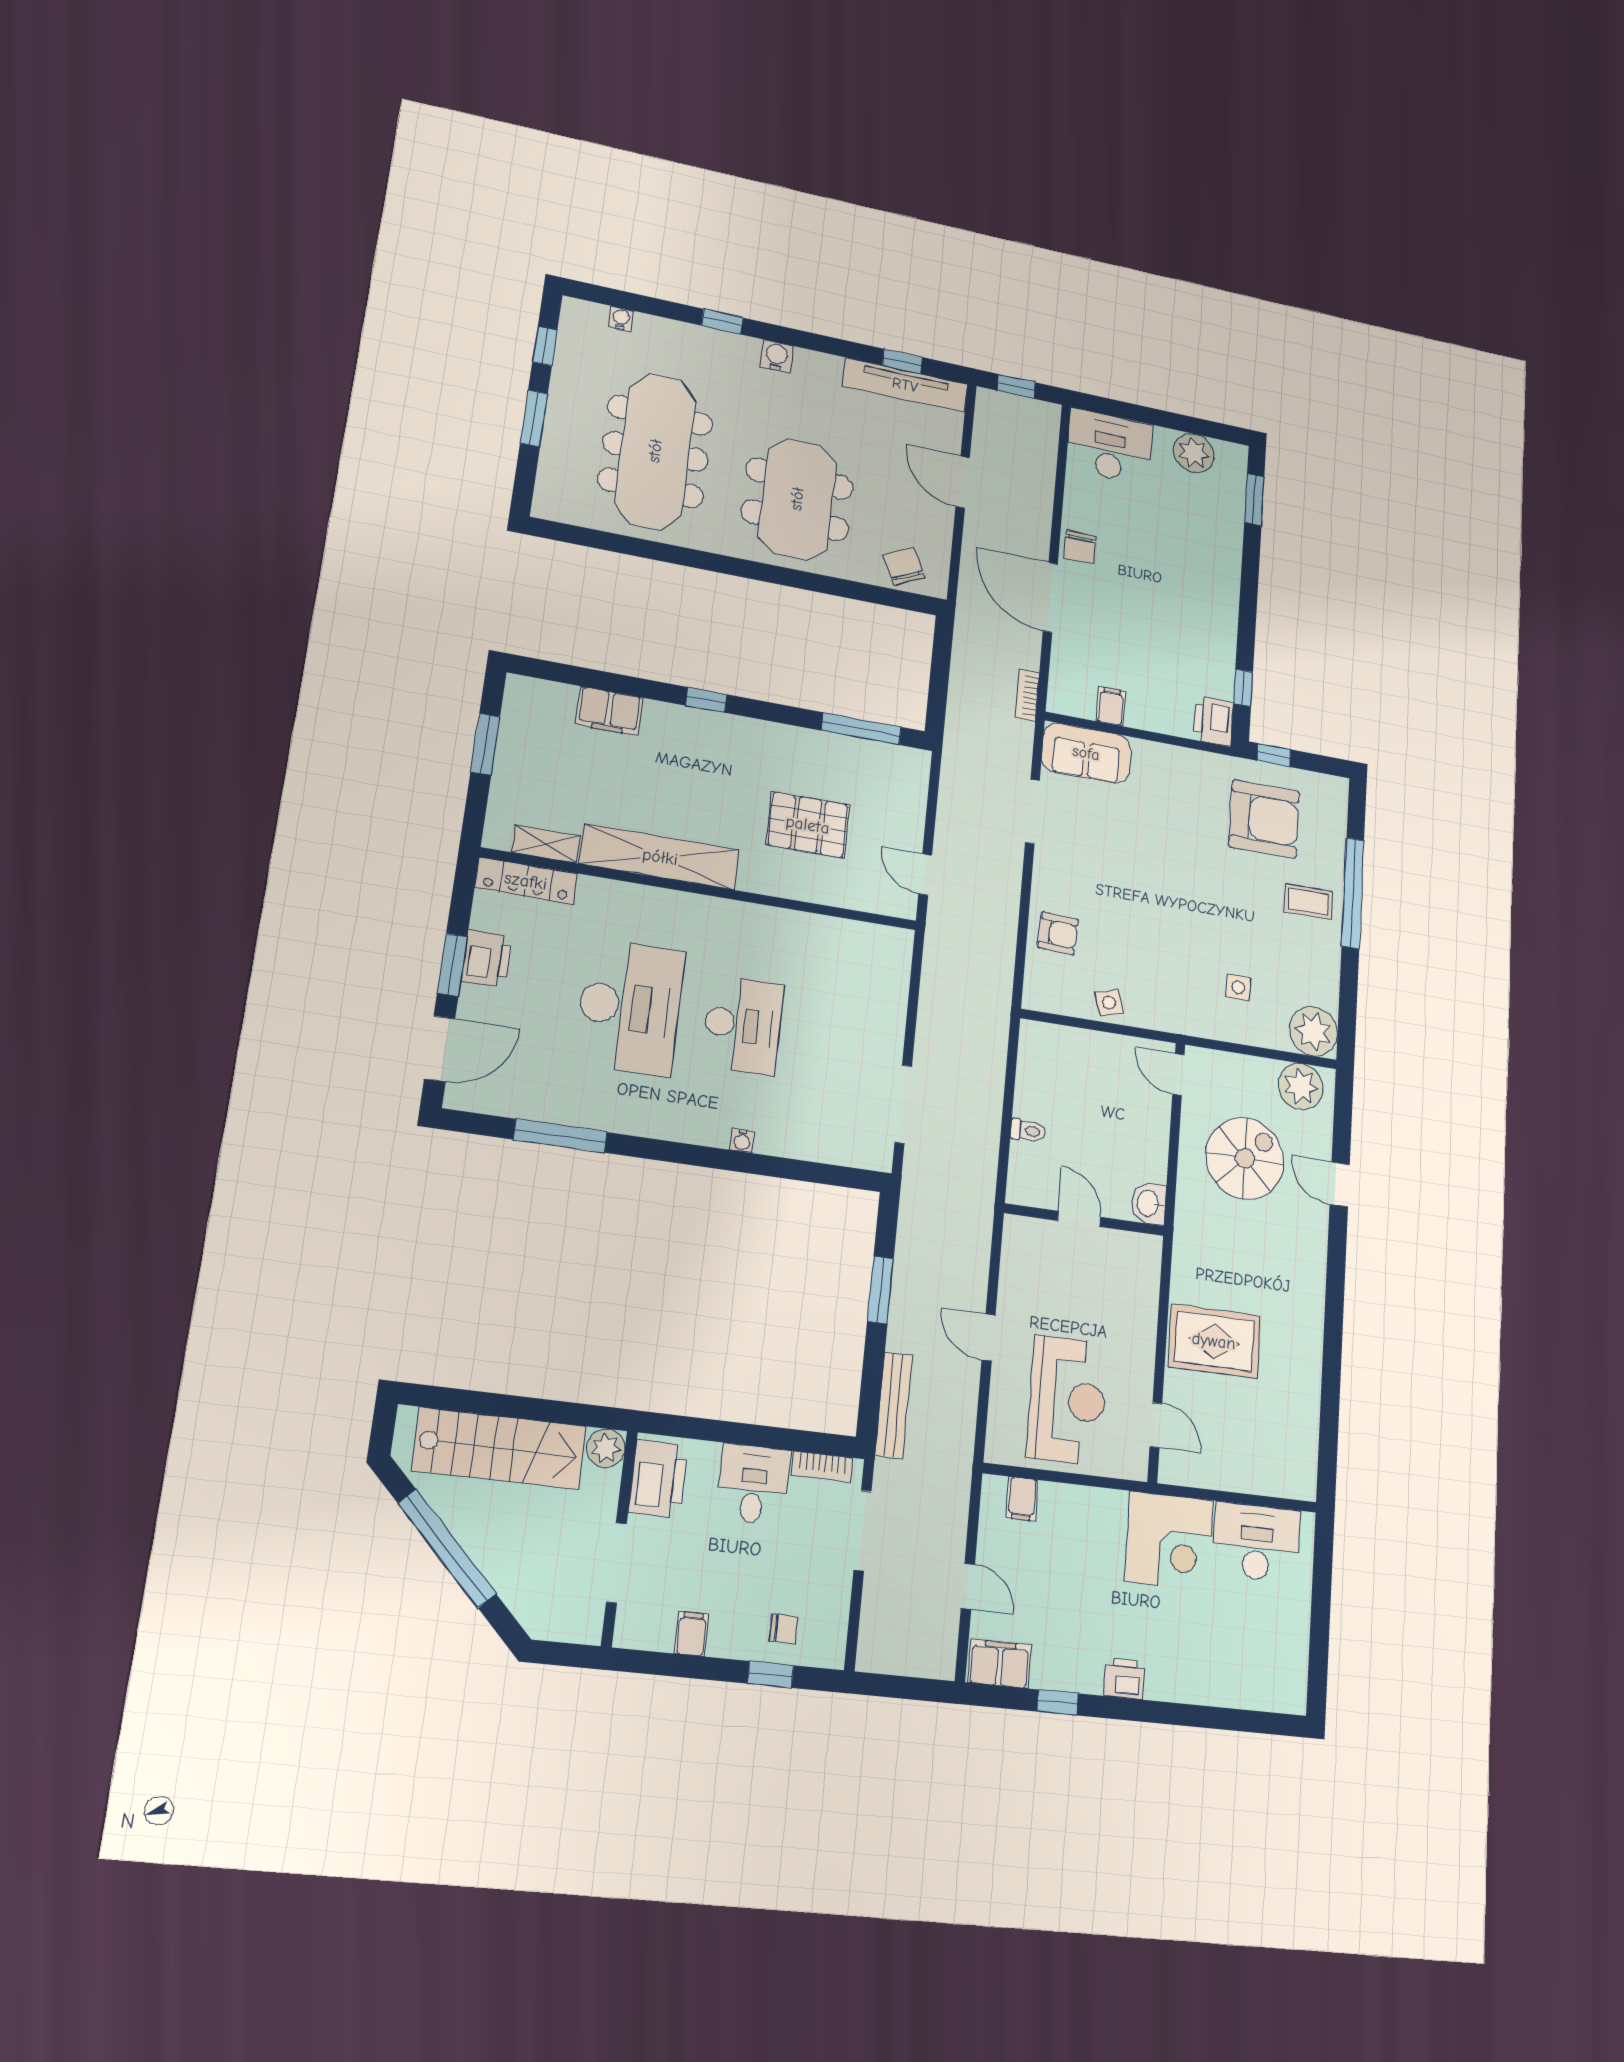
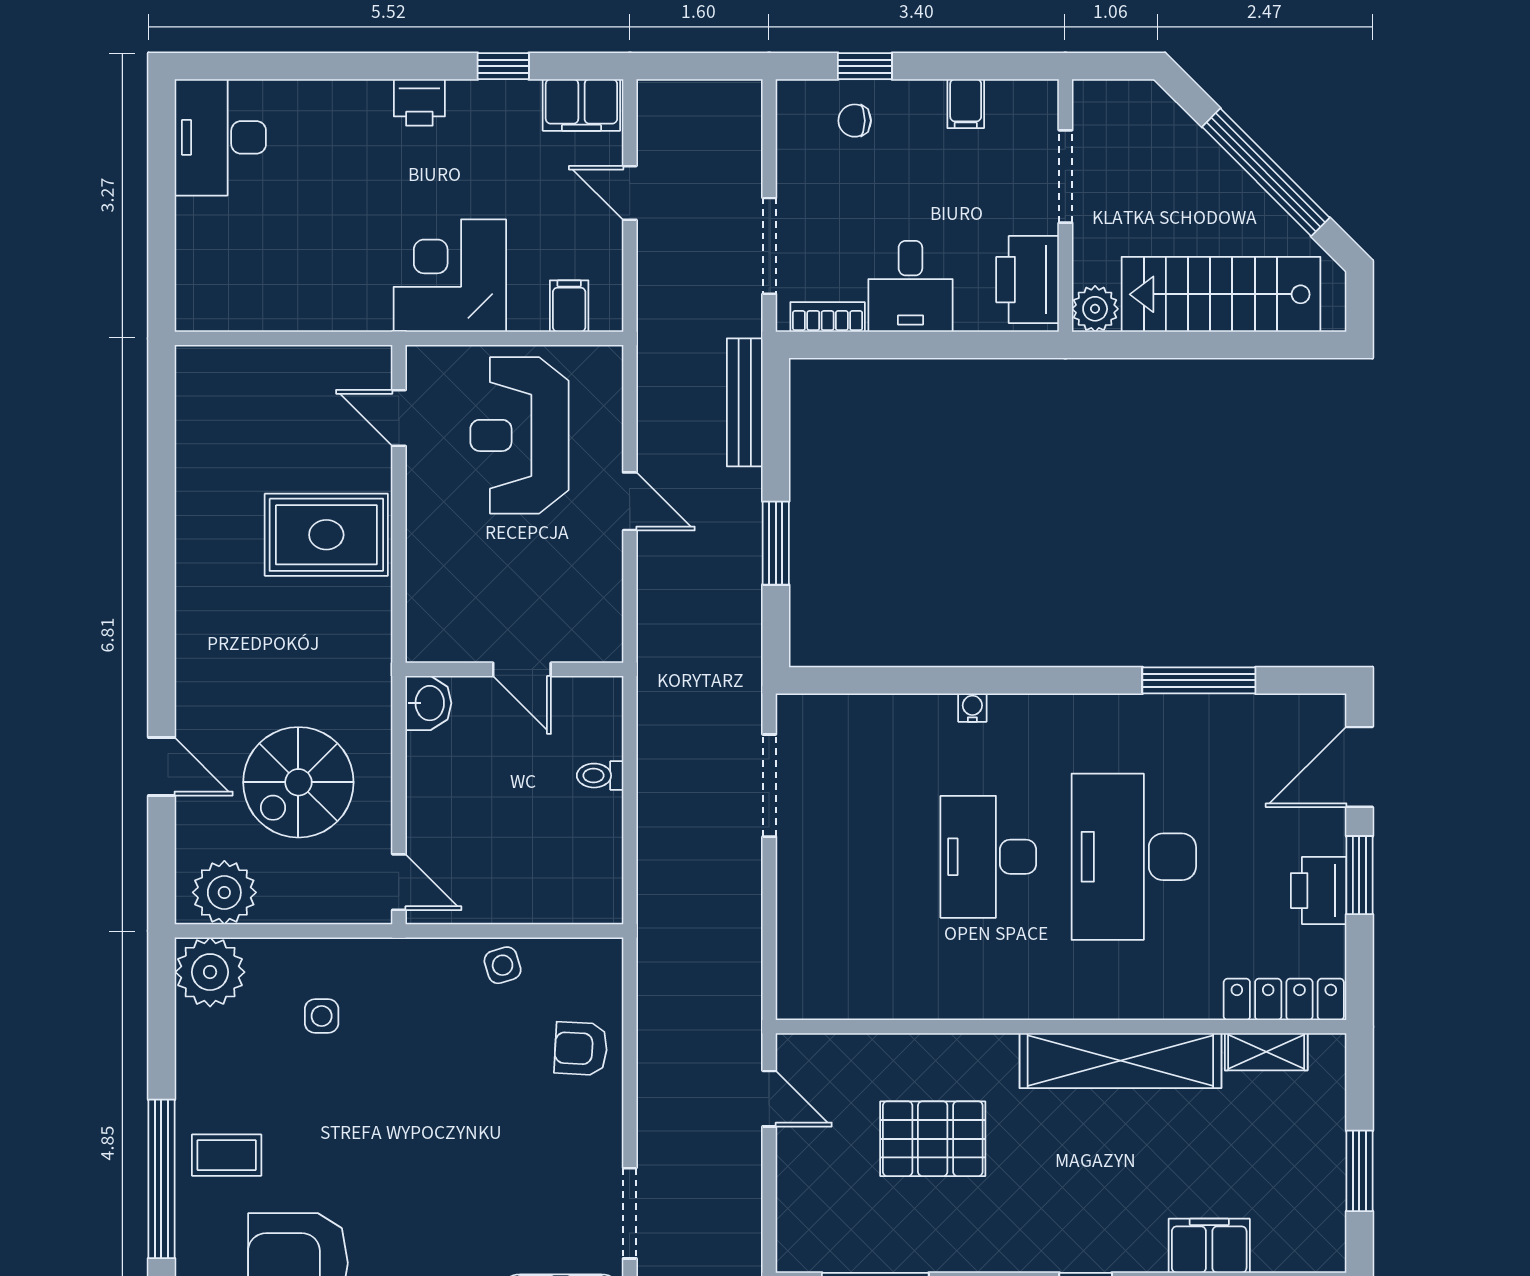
corner desk: (1169, 1541) -> (450, 276), moved
desk: (1256, 1542) -> (220, 137), moved, turned 90

